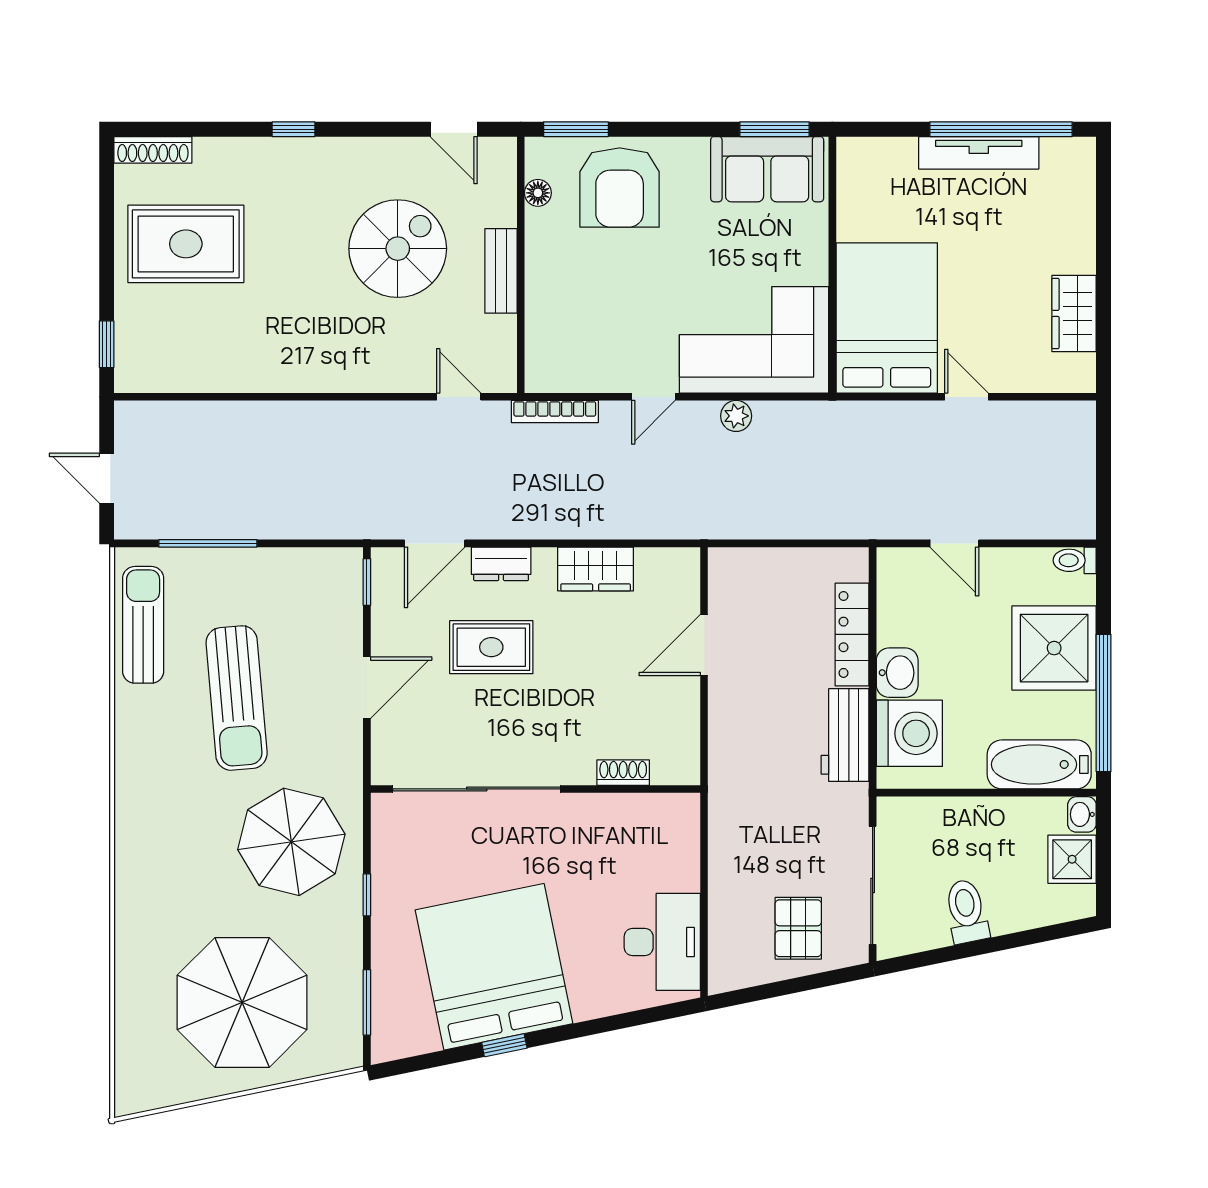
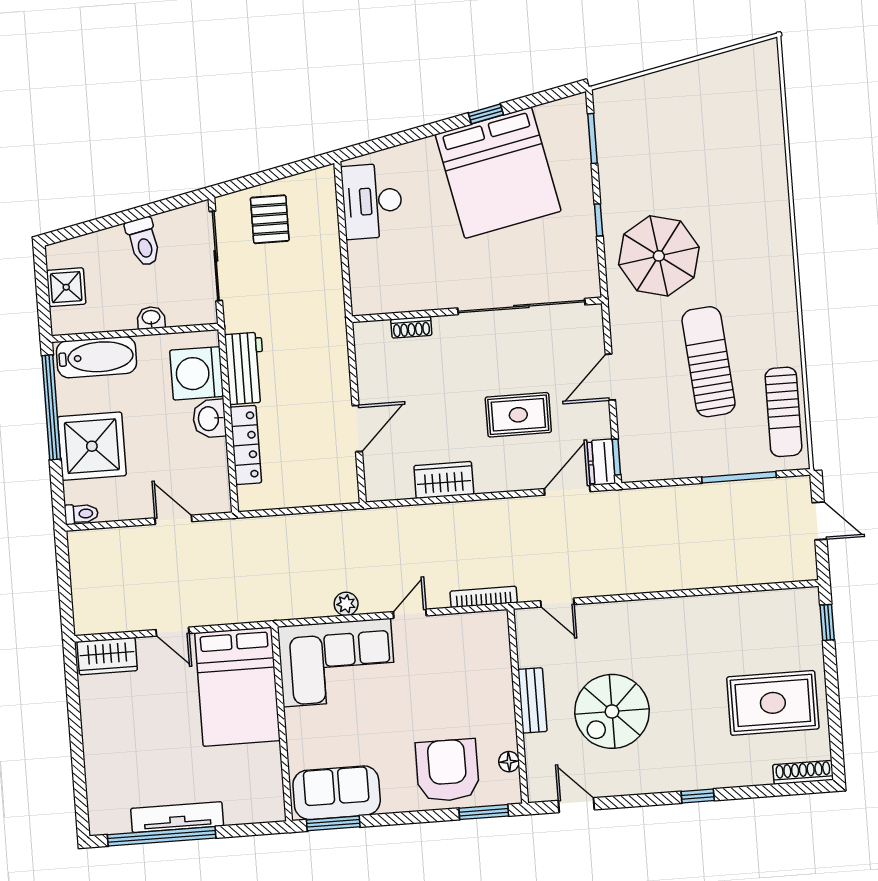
wardrobe: (1074, 313) -> (107, 656), moved, turned 90
dresser: (501, 564) -> (601, 462), moved, turned -90
washbasin: (1082, 814) -> (151, 318), moved, turned -90
parasol: (242, 1002) -> (687, 131), removed

